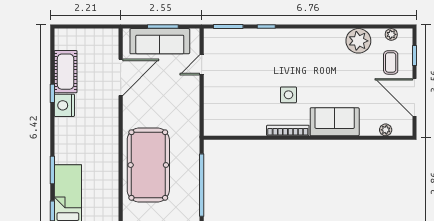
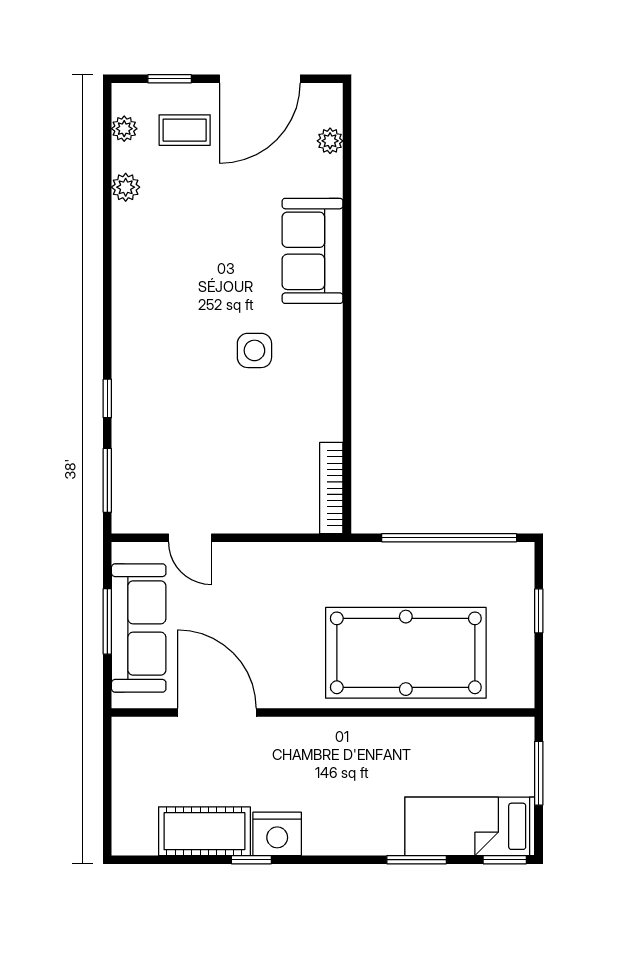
plant: (358, 41) -> (126, 187), width x0.53, depth x0.53
bookcase: (288, 130) -> (331, 488), moved

